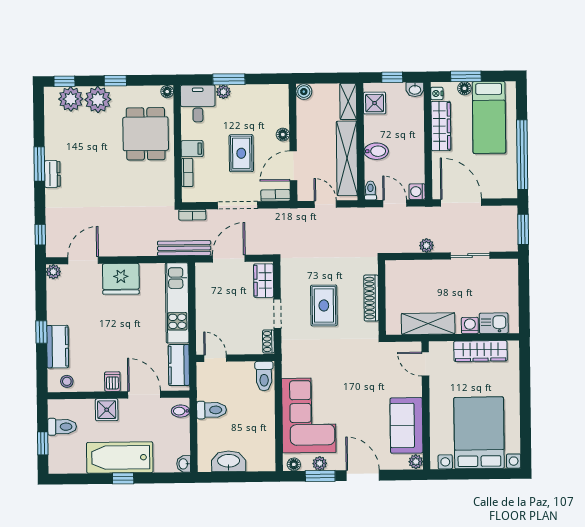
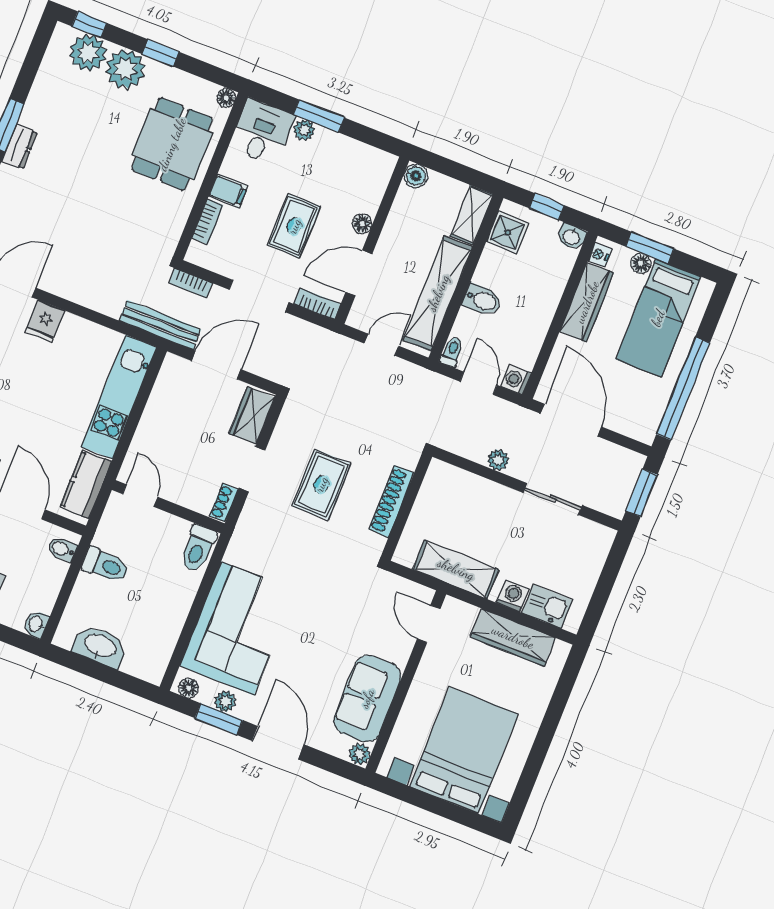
door: (325, 204) -> (381, 345), hinge flipped
fridge: (121, 279) -> (45, 321), width x0.53, depth x0.75

